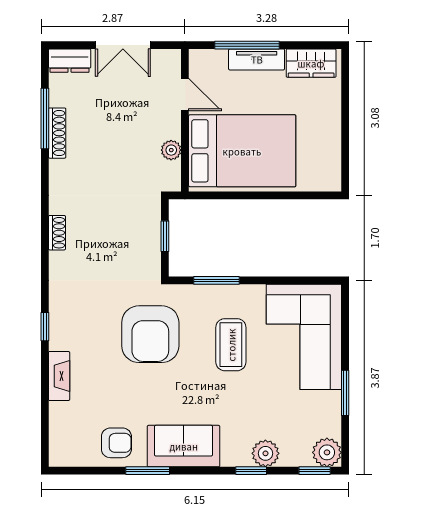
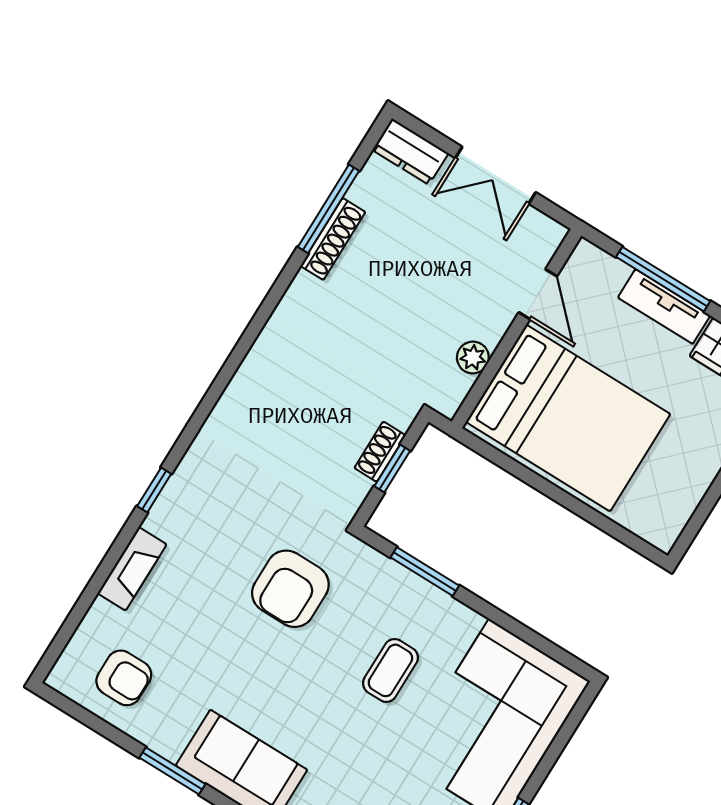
shoe rack: (57, 233) -> (380, 452), moved, turned 180
armchair: (150, 334) -> (290, 589), width x0.73, depth x0.73
coffee table: (231, 345) -> (390, 670), width x0.73, depth x0.77
armchair: (116, 443) -> (124, 678), moved

